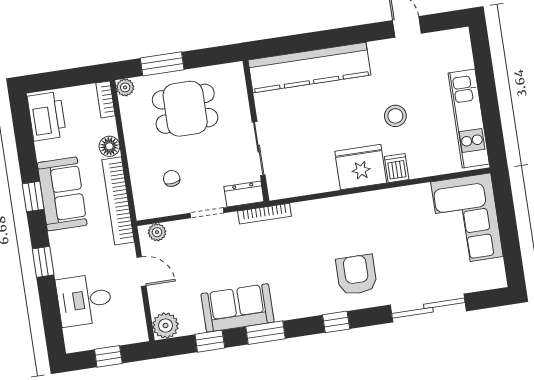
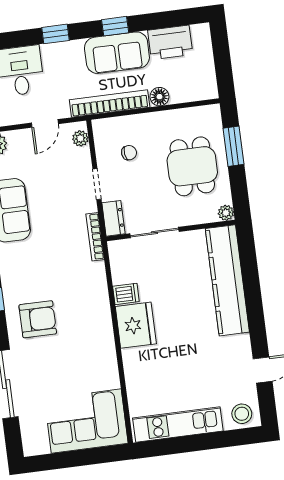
plant: (125, 87) -> (226, 213), moved
bookcase: (106, 99) -> (202, 94), removed
printer: (47, 116) -> (170, 42), moved
stool: (395, 116) -> (242, 414), moved
dishwasher: (397, 168) -> (126, 294), moved

